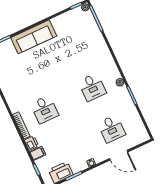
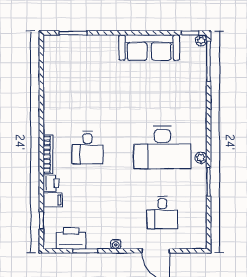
sofa: (34, 37) -> (149, 48), moved
desk: (92, 87) -> (162, 147), width x1.87, depth x1.30

